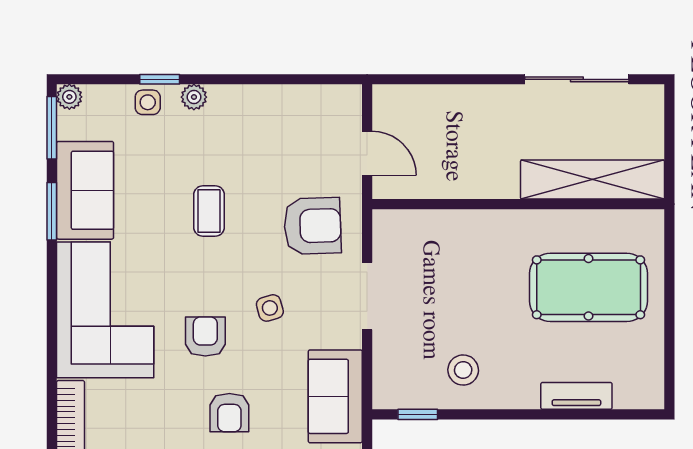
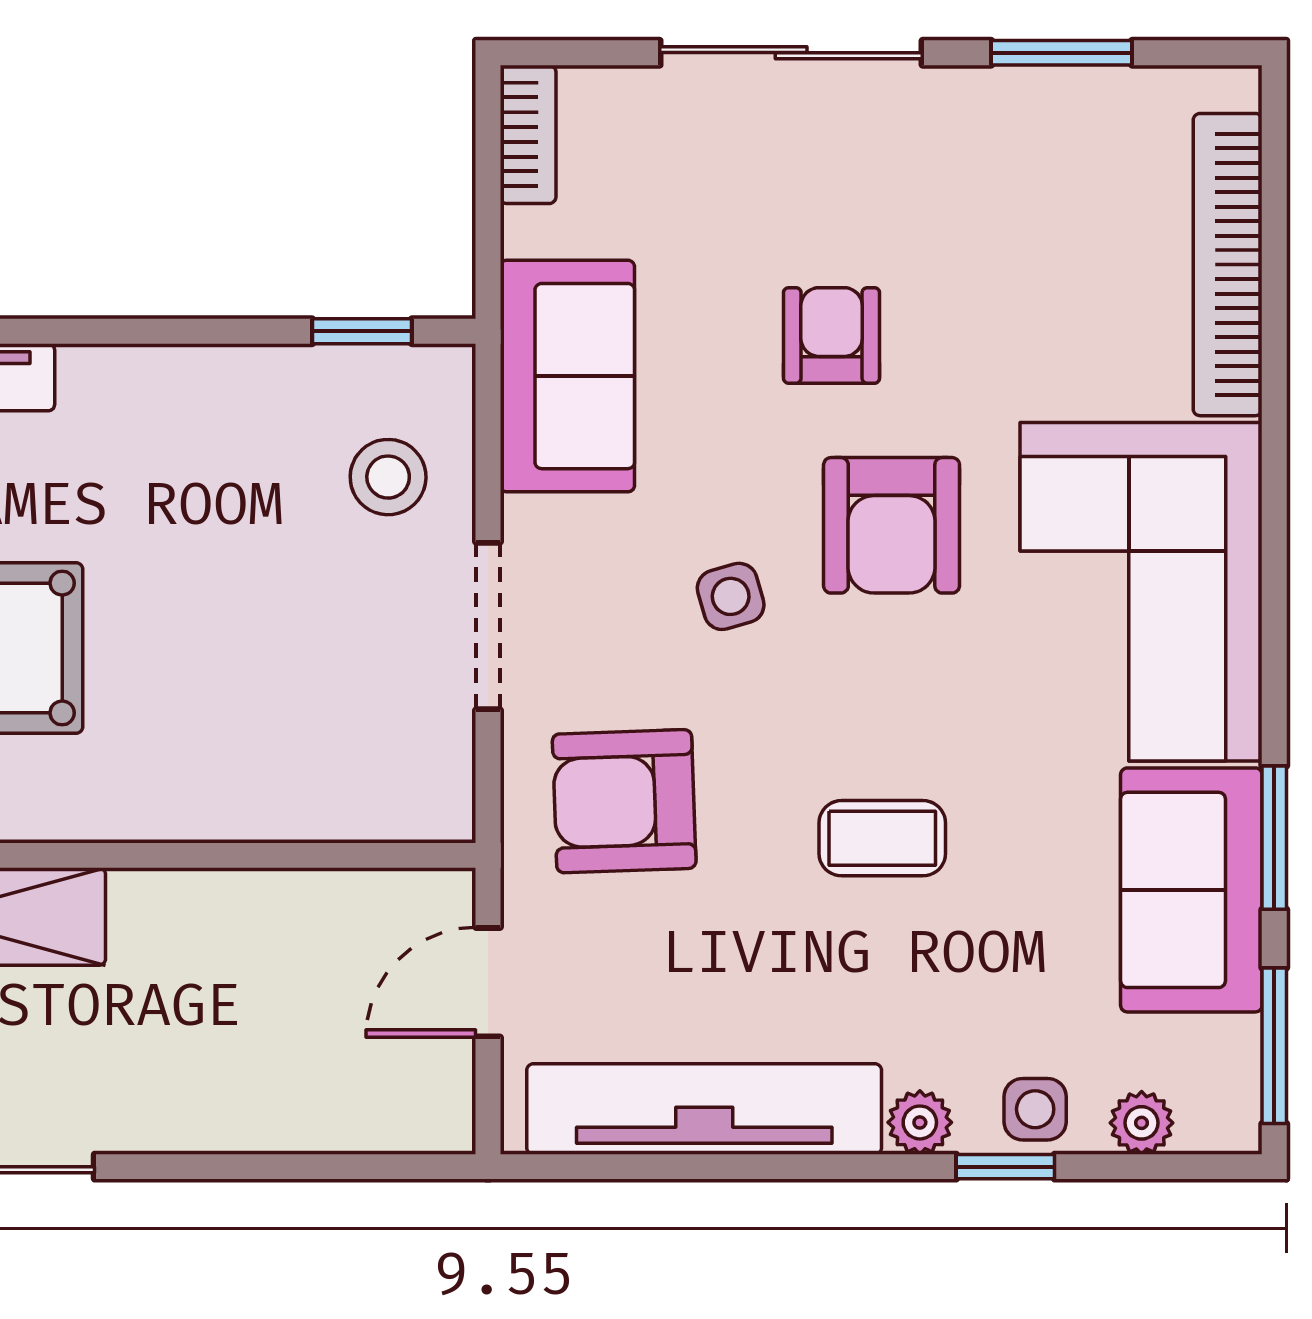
plant: (69, 97) -> (1142, 1123), moved
tv unit: (280, 102) -> (704, 1109), added
door: (367, 153) -> (488, 982), hinge flipped
coffee table: (209, 211) -> (882, 838), turned 90
armchair: (205, 336) -> (892, 525), width x1.38, depth x1.38
stool: (463, 370) -> (388, 477), moved

